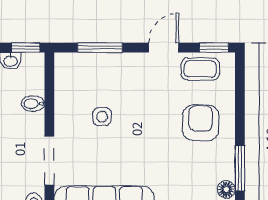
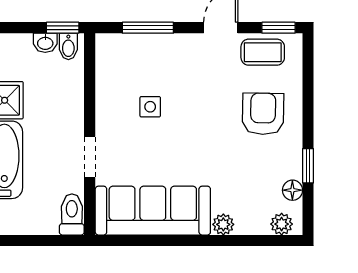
bidet: (33, 104) -> (68, 46), moved, turned -90
doorway: (49, 160) -> (90, 157), width x0.73
window: (240, 168) -> (308, 166), width x0.67

